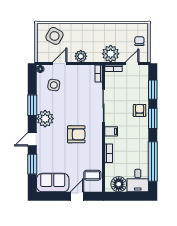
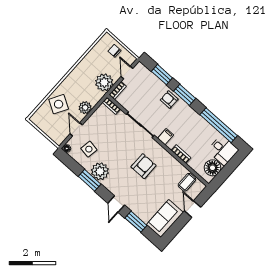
side table: (54, 36) -> (59, 104), moved
plant: (45, 119) -> (100, 171), moved

